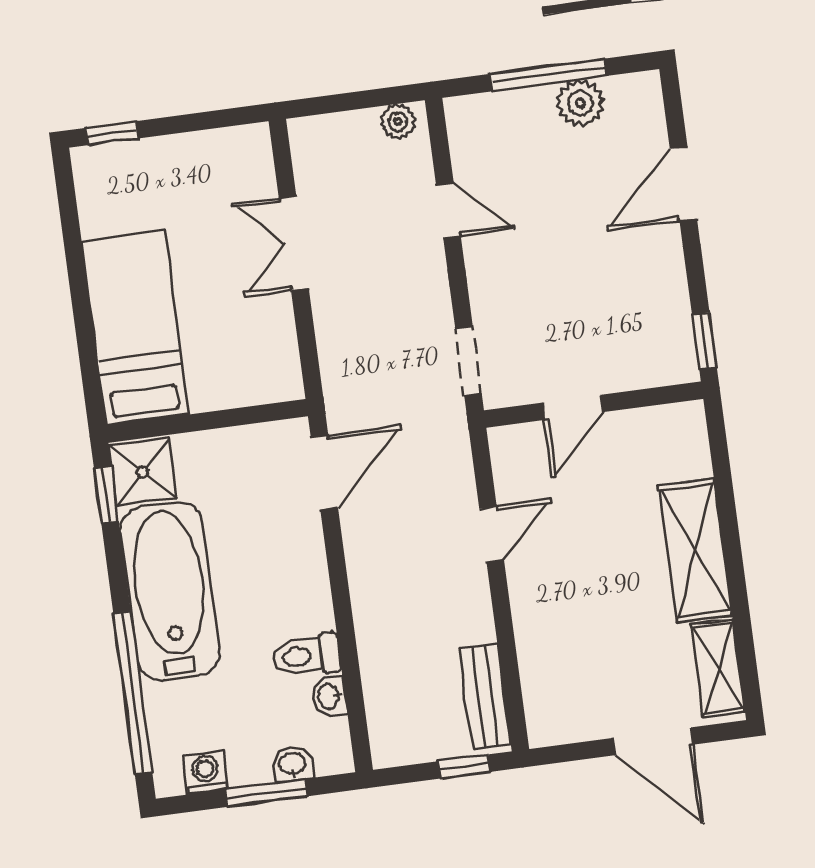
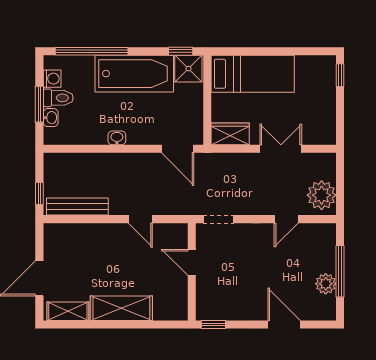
plant: (398, 121) -> (322, 195), width x1.88, depth x1.88
wardrobe: (276, 360) -> (230, 134), added
toilet: (306, 656) -> (58, 98), moved, turned 90
washbasin: (329, 696) -> (117, 138), moved
bench: (485, 696) -> (77, 207), width x1.36

